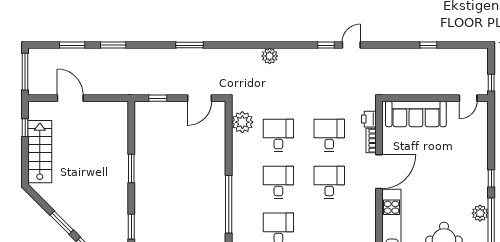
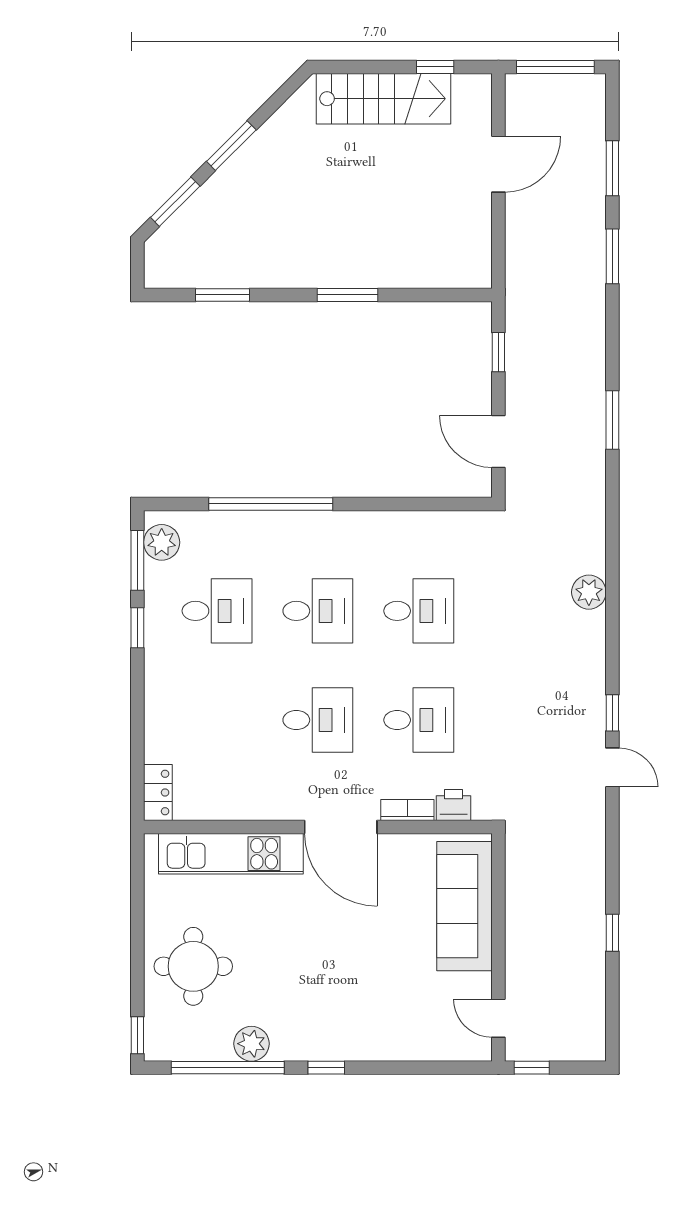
plant: (242, 122) -> (447, 534), removed

